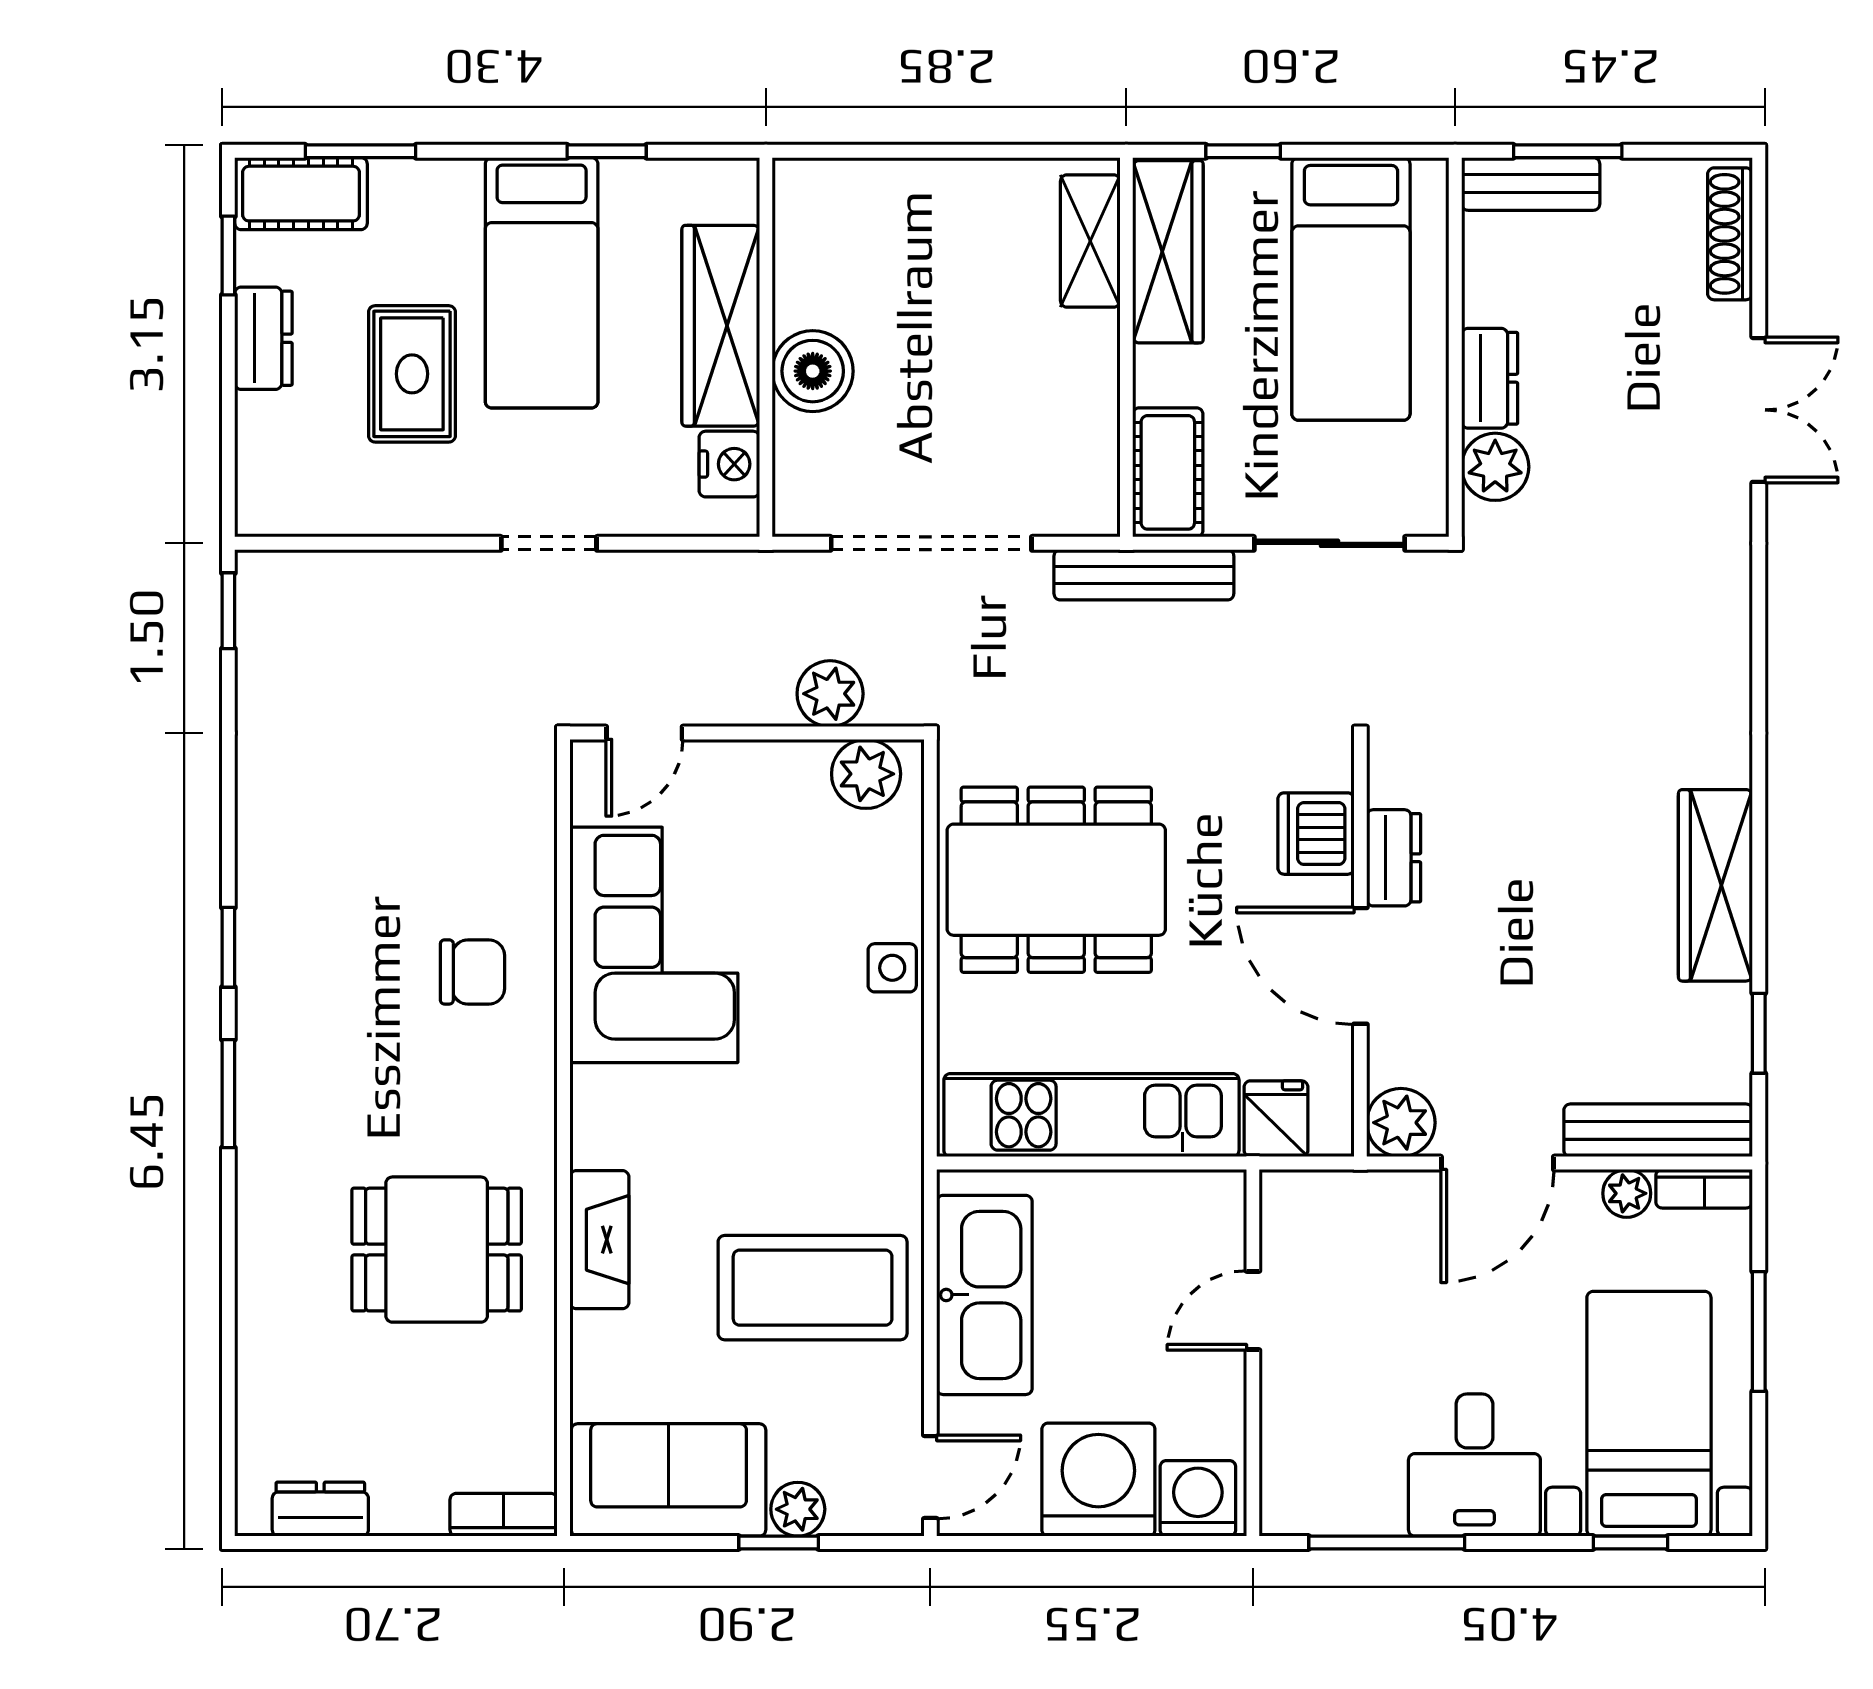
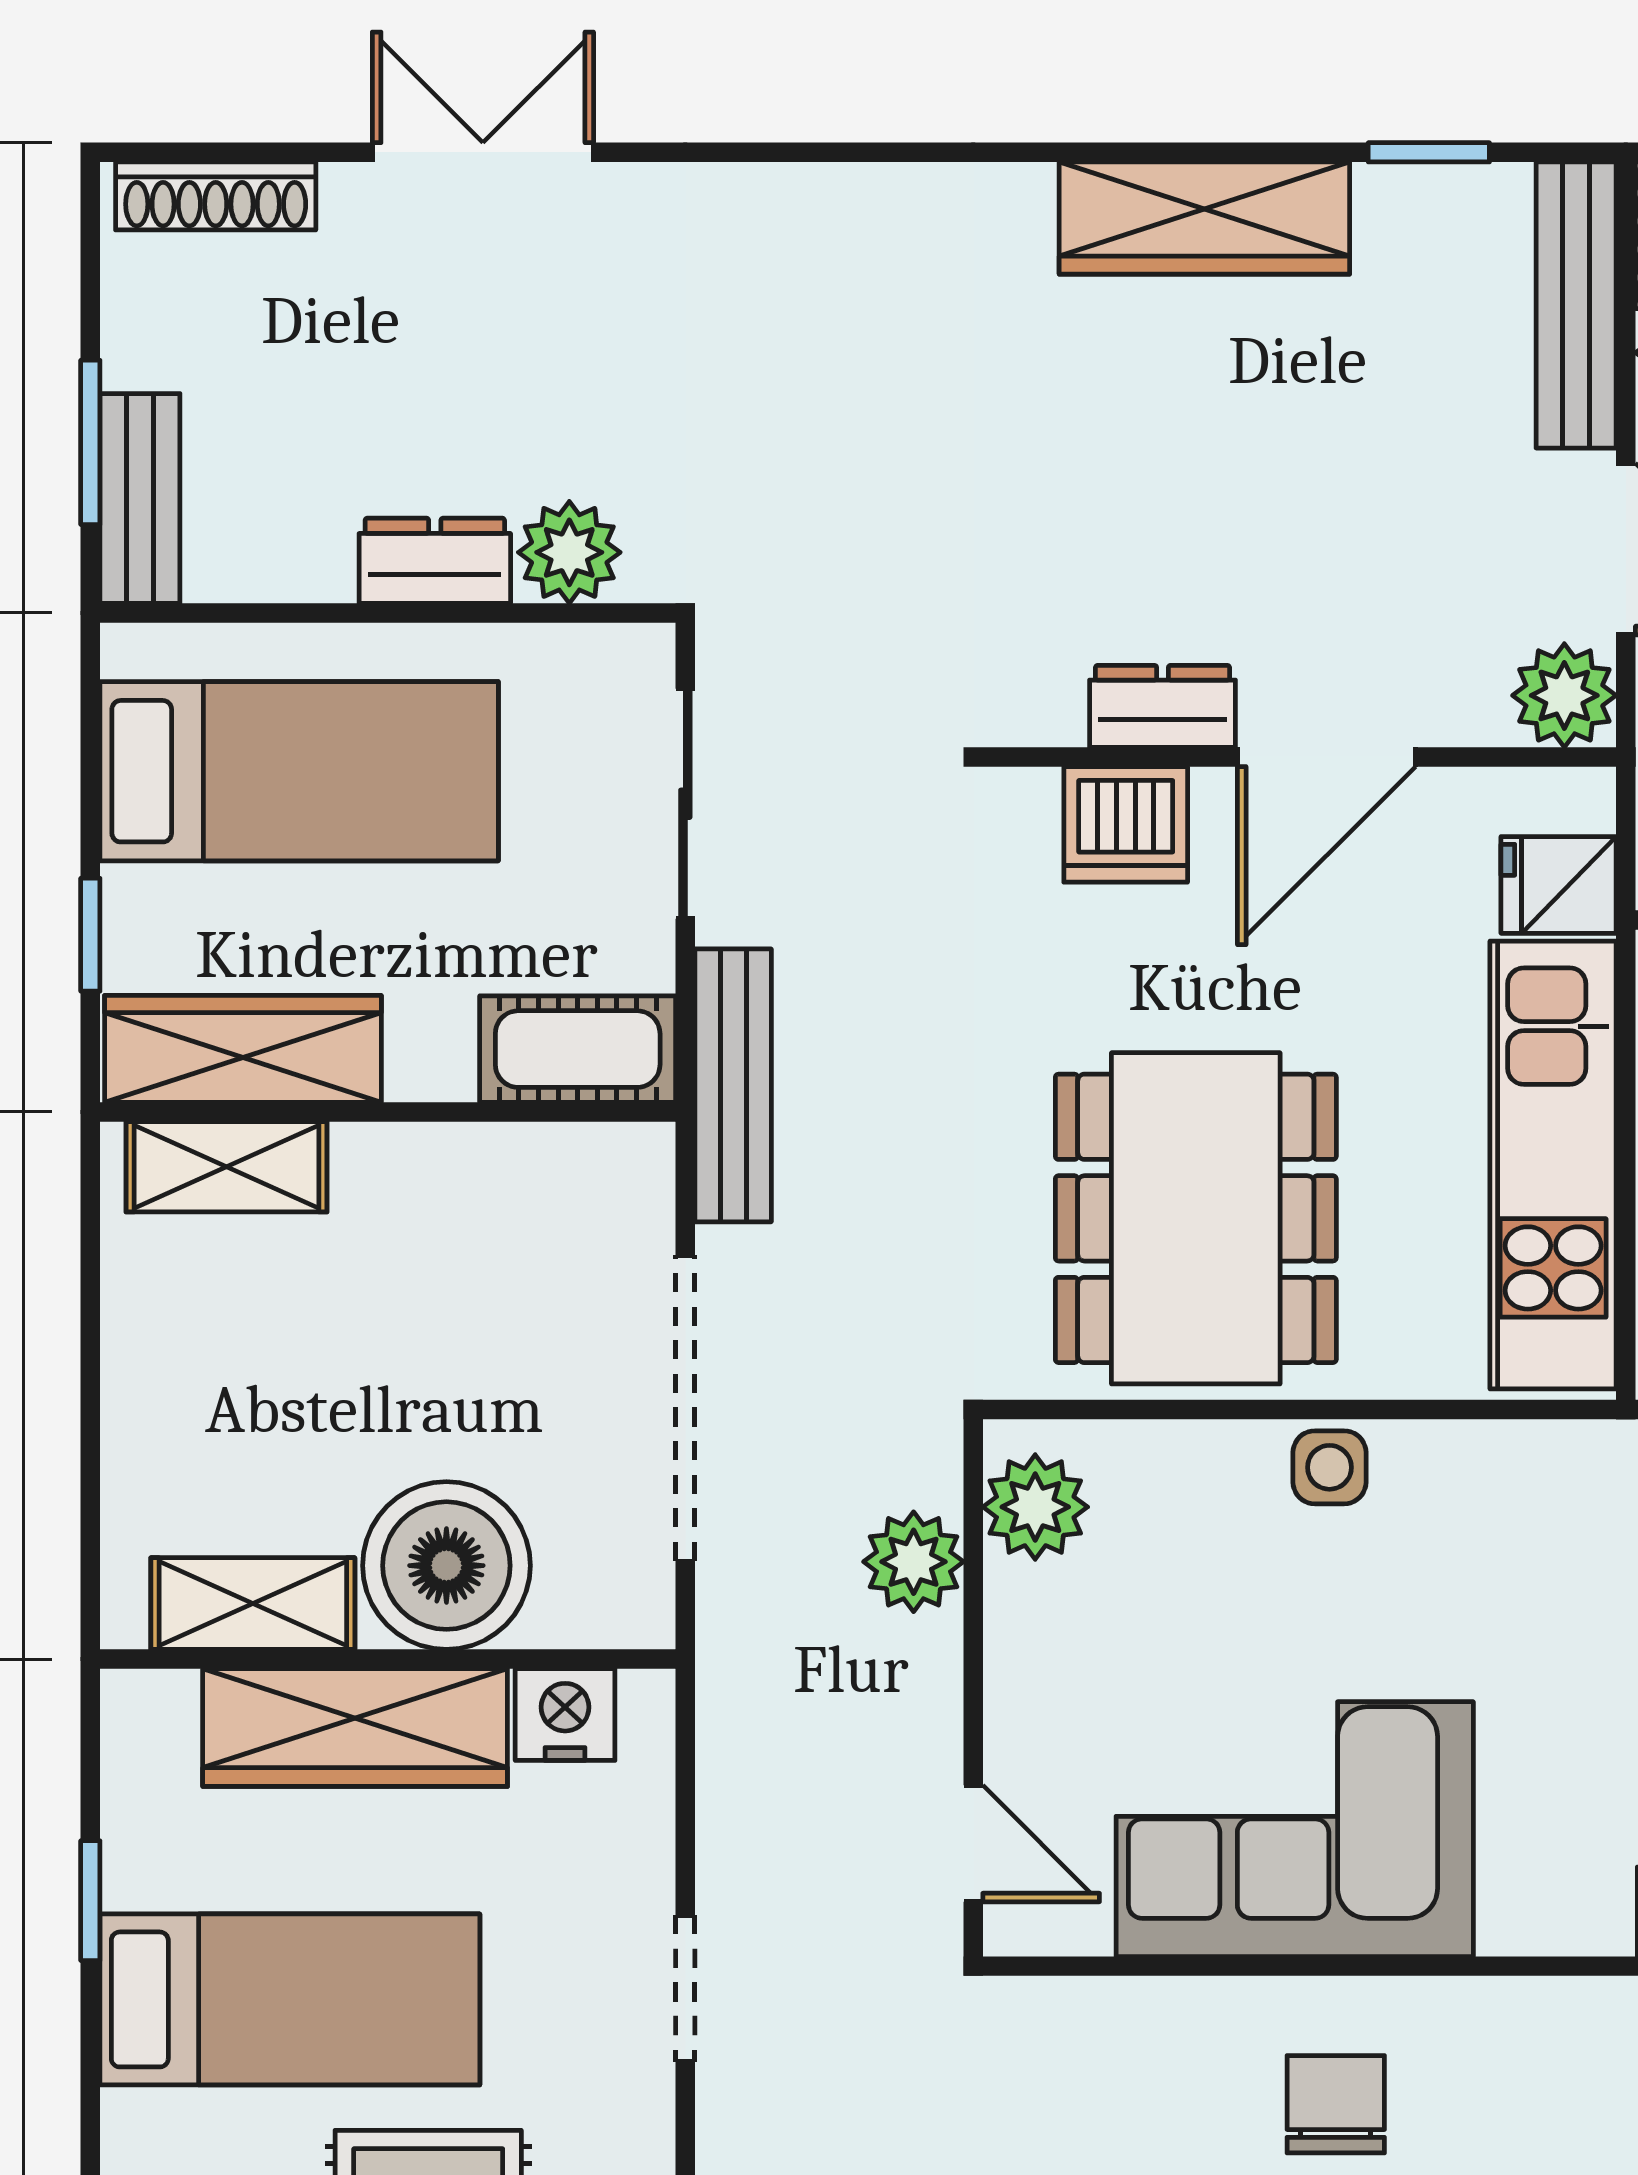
shelving: (802, 258) -> (253, 1604), added
boiler: (813, 371) -> (446, 1566), width x1.37, depth x1.37

